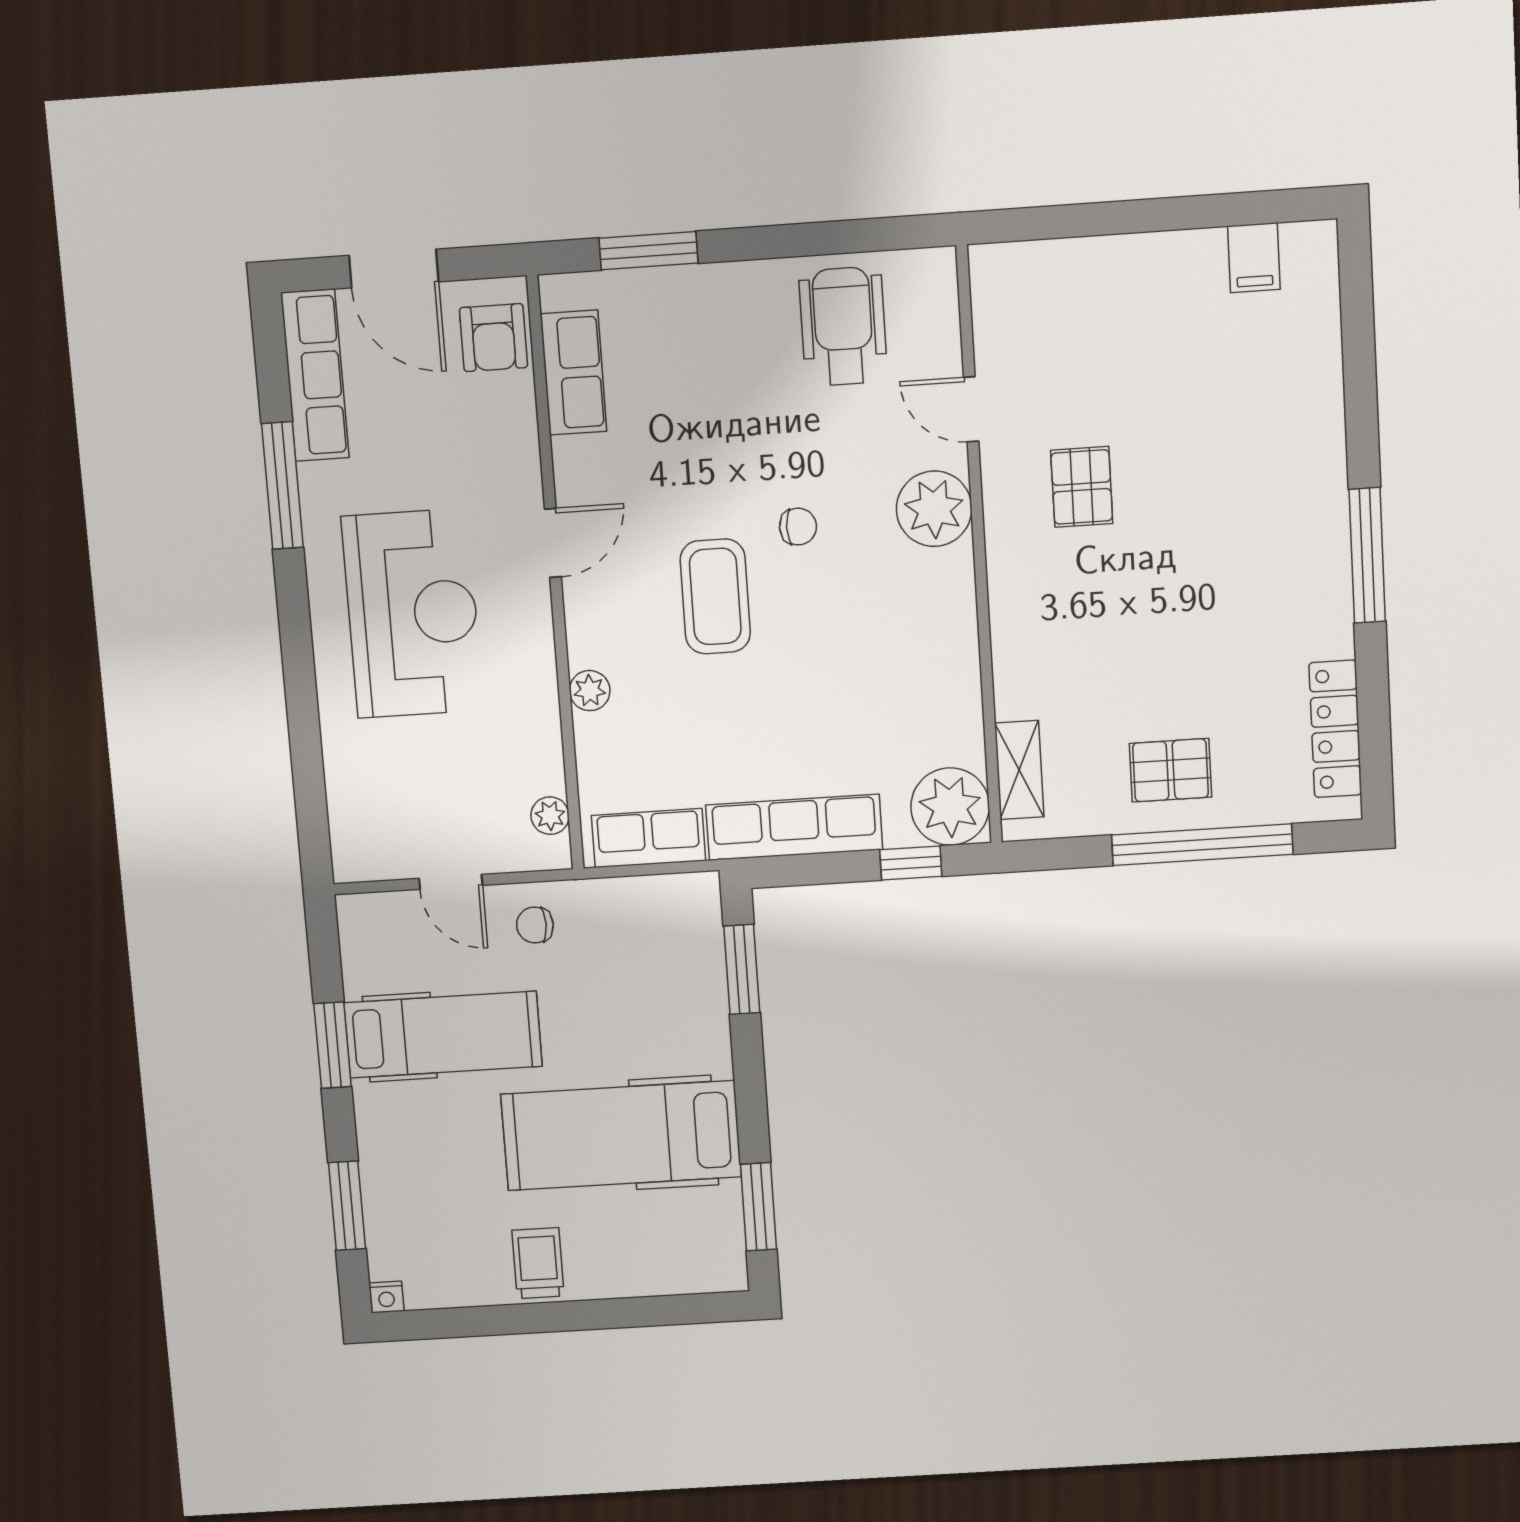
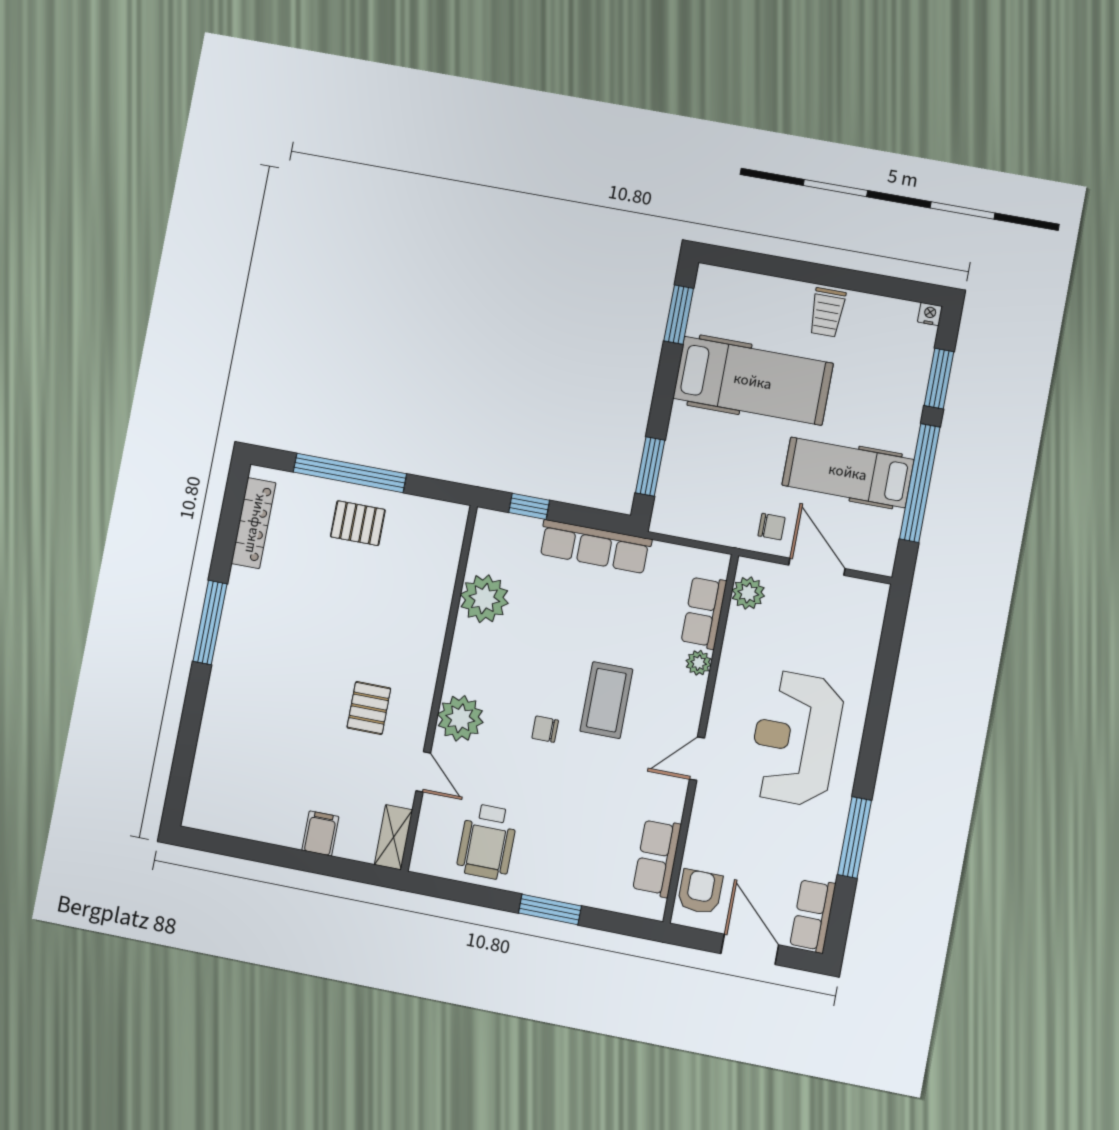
window: (649, 251) -> (550, 910), moved
filing cabinet: (1254, 258) -> (320, 833), moved
row of seats: (315, 375) -> (813, 915), width x0.68
shelving: (1019, 770) -> (393, 837), moved
plant: (950, 807) -> (484, 599), moved
plant: (550, 816) -> (748, 593), width x1.38, depth x1.38
row of seats: (648, 838) -> (704, 612), moved, turned 90
door: (451, 882) -> (817, 567), width x1.38
window: (333, 1045) -> (920, 483), width x2.11

